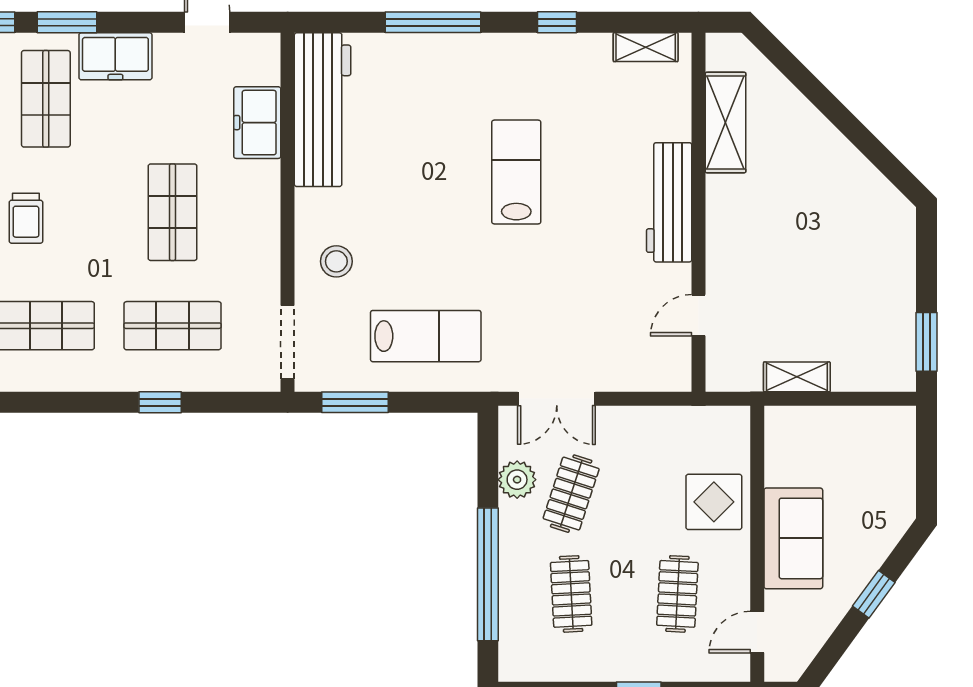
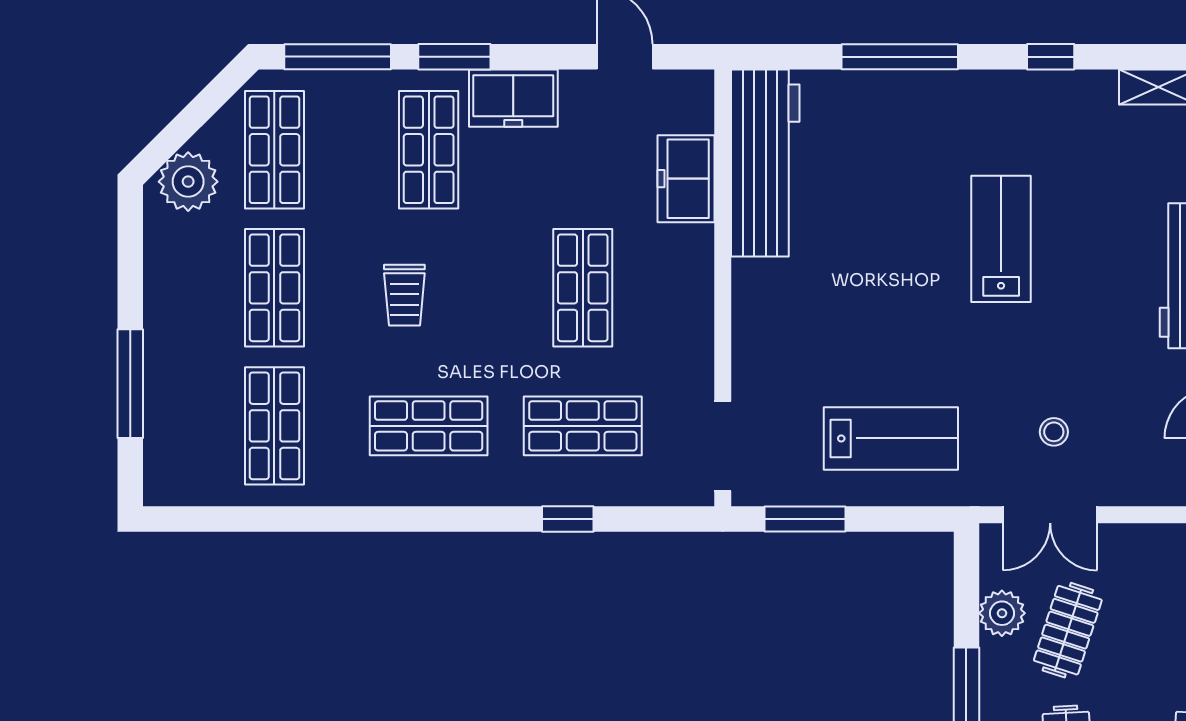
stool: (336, 261) -> (1054, 432), moved, width x0.73, depth x0.73

